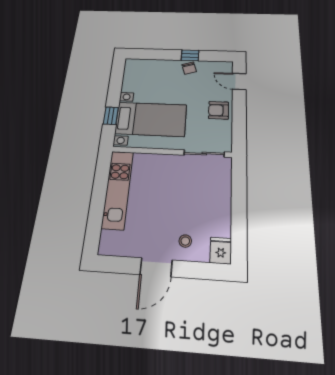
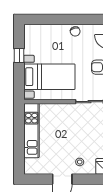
window: (190, 55) -> (75, 19), removed
window: (111, 116) -> (19, 56), moved

